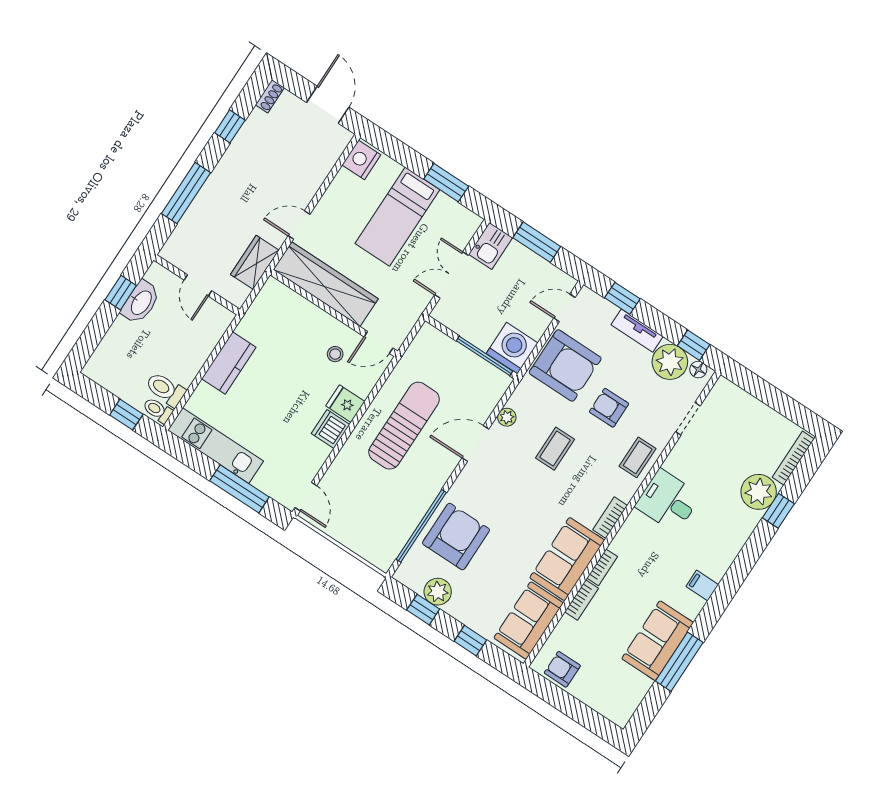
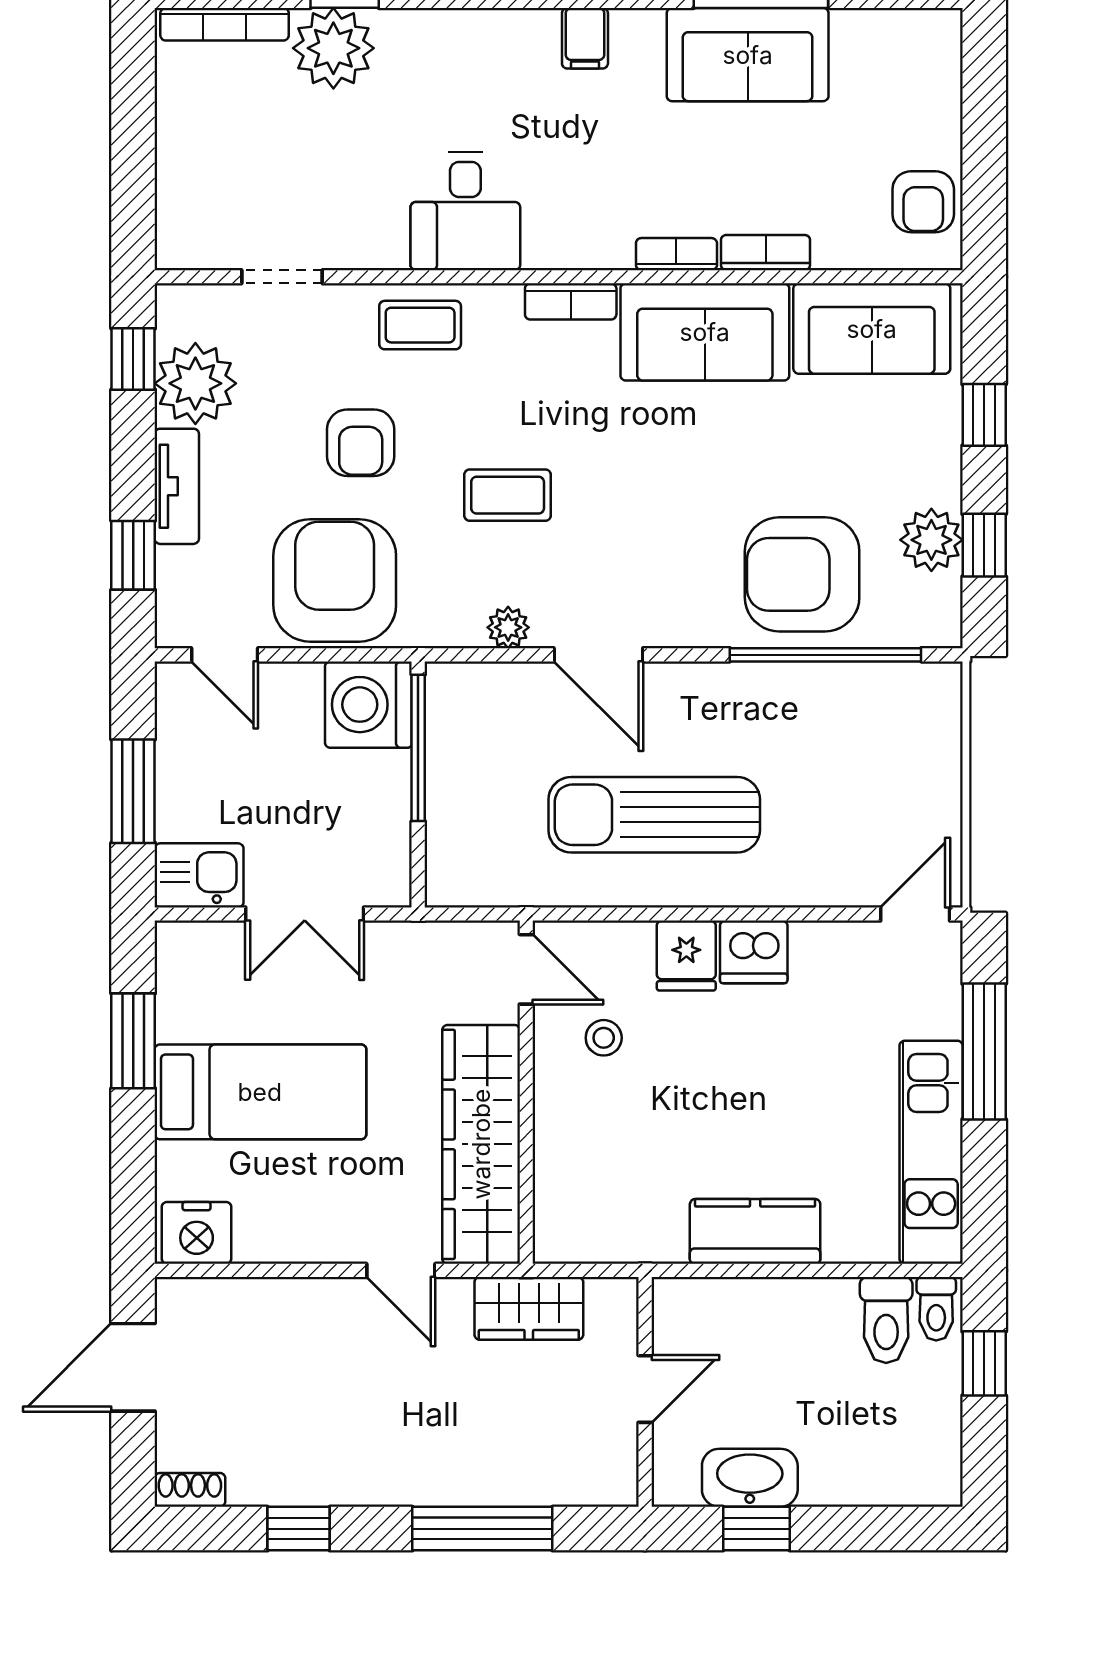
floor lamp: (698, 369) -> (174, 319), removed

